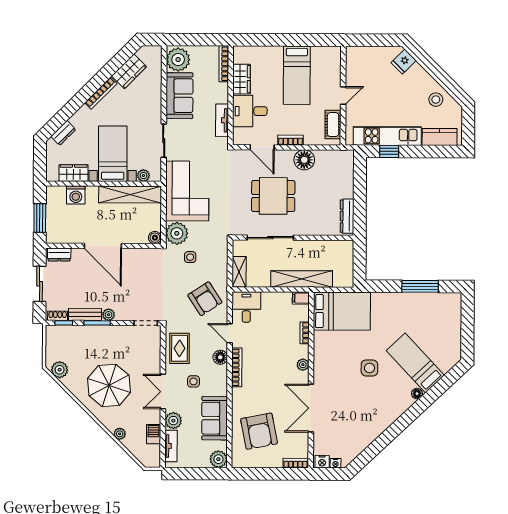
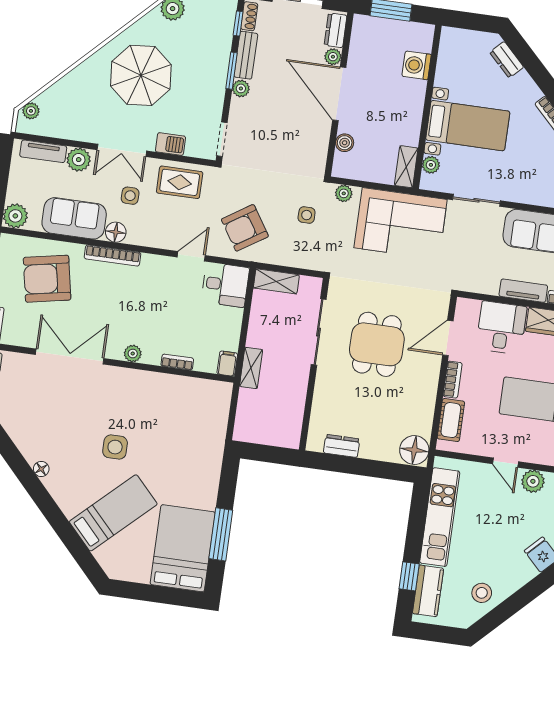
plant: (353, 75) -> (533, 481), added
tv unit: (222, 120) -> (523, 291), moved
cot: (333, 125) -> (451, 420), moved, turned 90
window: (389, 151) -> (409, 576), moved
floor lamp: (304, 160) -> (414, 450), moved
wardrobe: (74, 173) -> (448, 66), removed
shelving: (130, 195) -> (406, 167), width x0.45, depth x0.75
dresser: (347, 216) -> (342, 446), width x0.70
plant: (177, 233) -> (344, 193), width x0.53, depth x0.53
boiler: (155, 238) -> (345, 143), moved
door: (103, 246) -> (339, 94), hinge flipped
plant: (78, 254) -> (333, 57), added
shelving: (302, 279) -> (251, 368), width x0.45, depth x0.75
bed: (342, 311) -> (183, 548), moved, turned 180
floor lamp: (220, 357) -> (116, 232), moved
bookcase: (237, 367) -> (112, 256), moved
double door: (163, 392) -> (122, 150), swing flipped
floor lamp: (417, 394) -> (41, 469), moved
plant: (120, 434) -> (31, 111), moved
barbecue: (154, 434) -> (170, 144), moved

